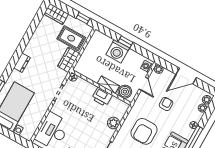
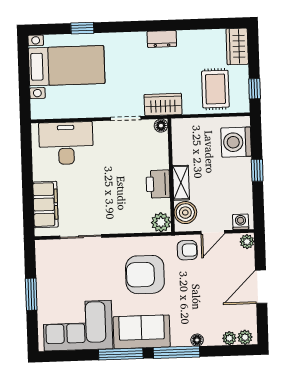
washing machine: (118, 51) -> (236, 142), moved
wardrobe: (68, 60) -> (163, 104), moved
dresser: (22, 63) -> (162, 39), moved
door: (186, 76) -> (261, 287), hinge flipped
armchair: (166, 104) -> (187, 250), moved
plant: (113, 123) -> (161, 222), moved

